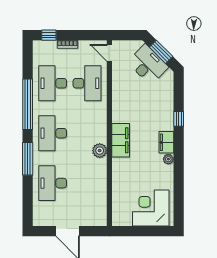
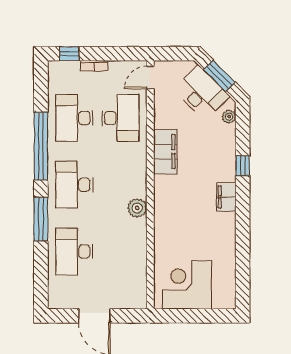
door: (109, 53) -> (150, 77), hinge flipped
filing cabinet: (121, 140) -> (165, 152), moved
plant: (168, 159) -> (229, 117), moved
corner desk: (151, 208) -> (187, 285), moved

